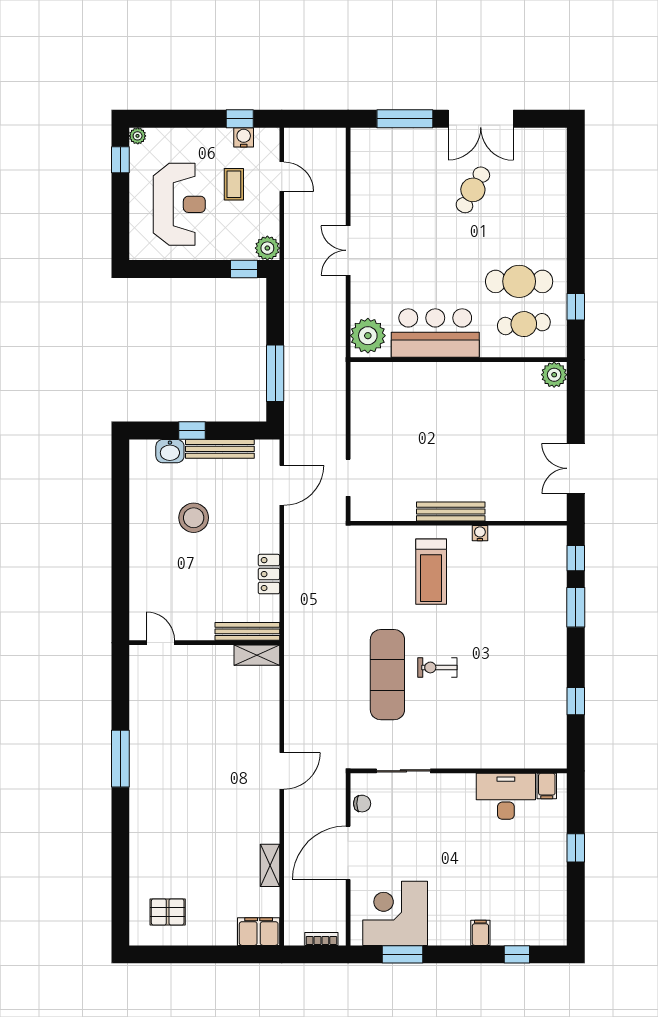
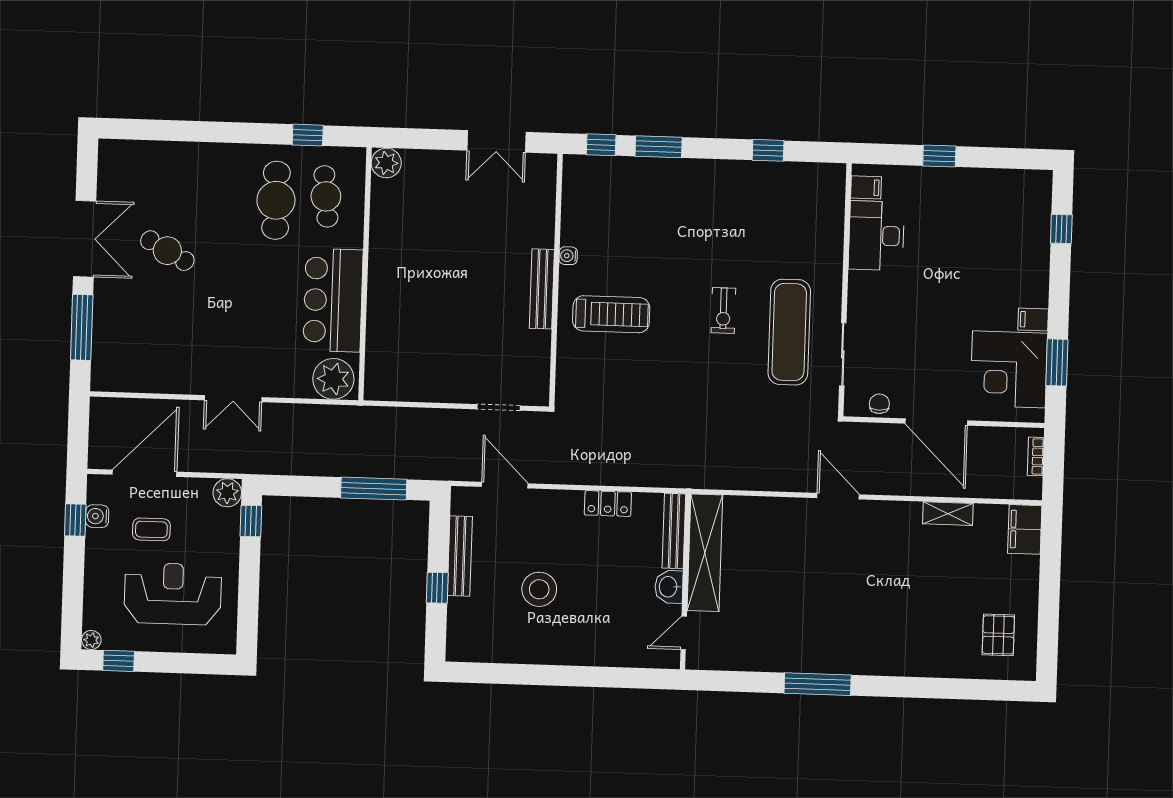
door: (282, 177) -> (145, 473), width x1.88
washbasin: (170, 451) -> (669, 587), moved, turned 180
shelving: (257, 655) -> (705, 553), width x2.20, depth x1.33
exercise mat: (387, 675) -> (789, 332), moved, turned 90
filing cabinet: (480, 933) -> (1033, 319), moved

